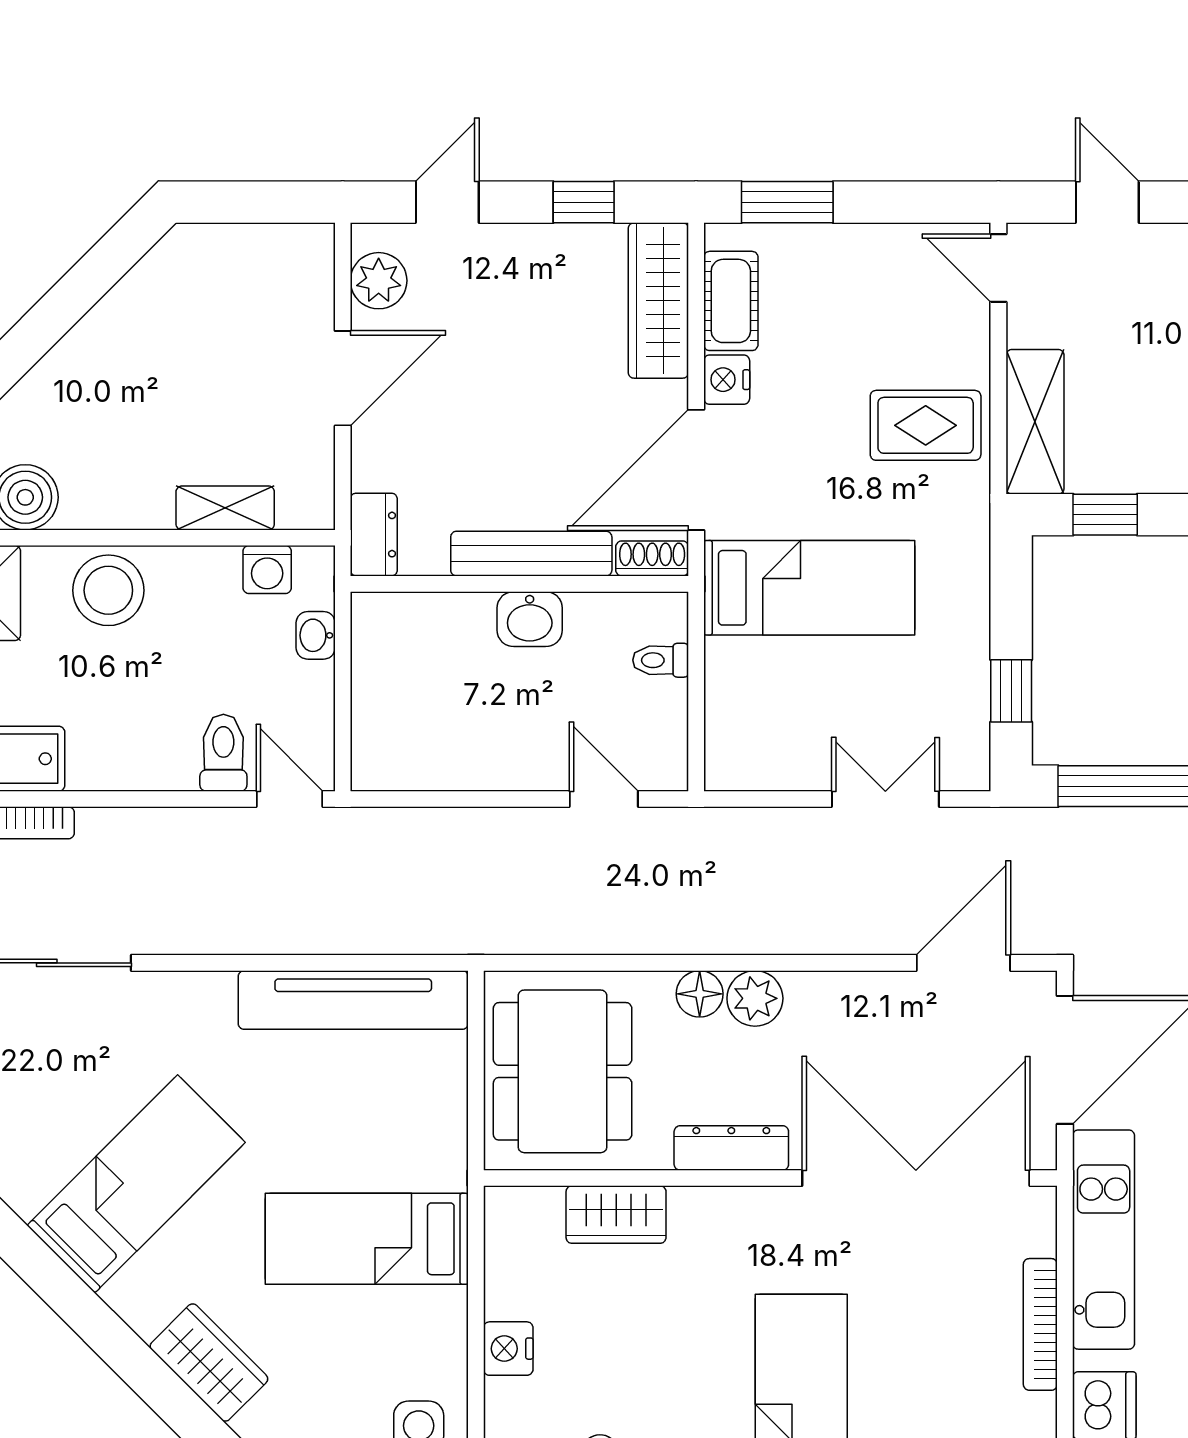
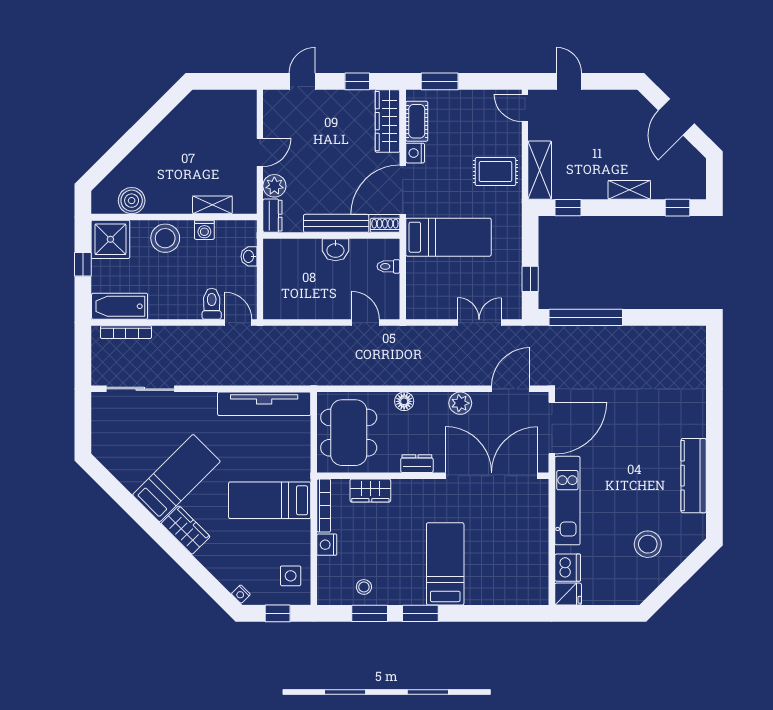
plant: (379, 281) -> (274, 186), moved
door: (343, 378) -> (260, 152), width x0.73
washing machine: (267, 570) -> (204, 230), moved
plant: (755, 998) -> (460, 403), moved
dresser: (731, 1148) -> (417, 464), width x0.70
bookcase: (1040, 1324) -> (324, 505), moved, turned 180
wardrobe: (209, 1363) -> (186, 530), moved

